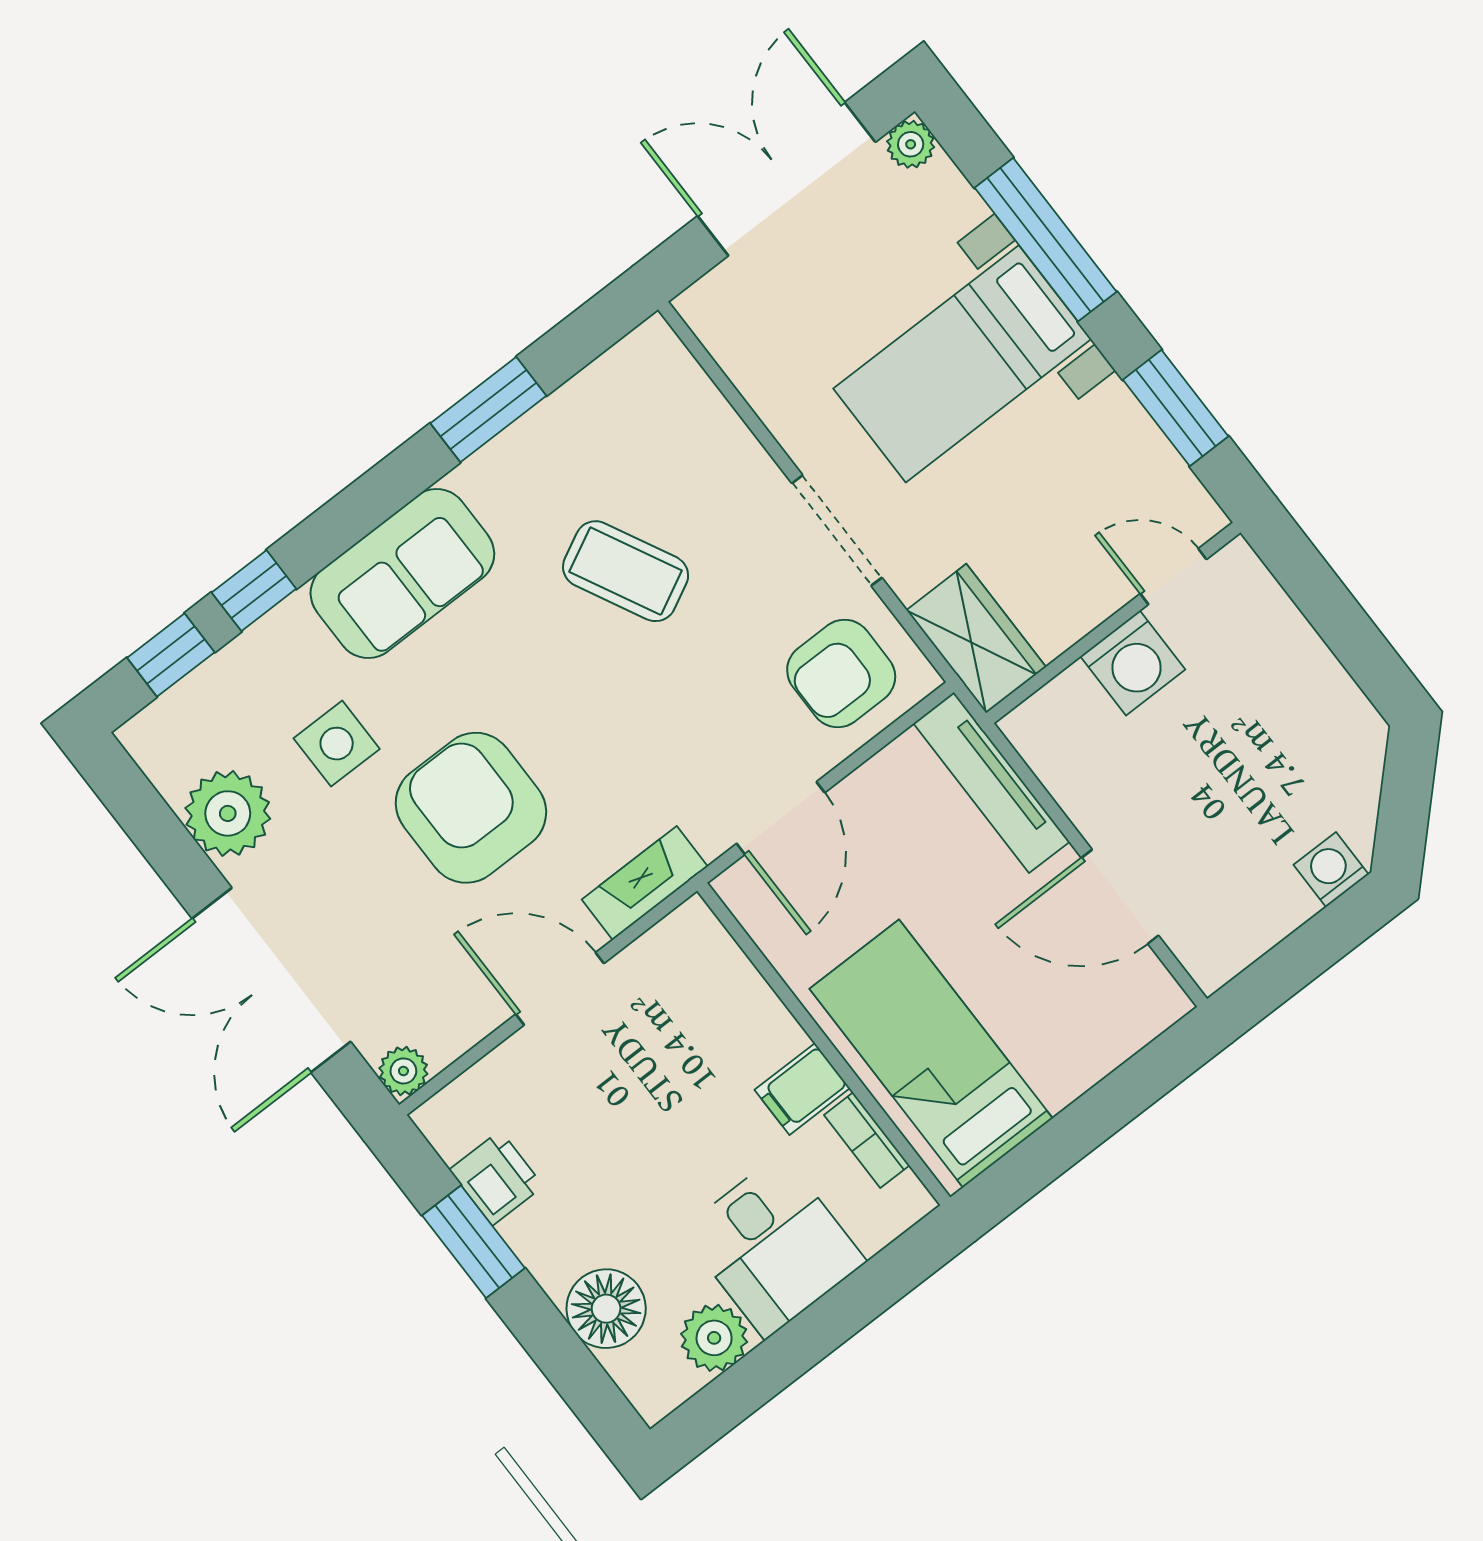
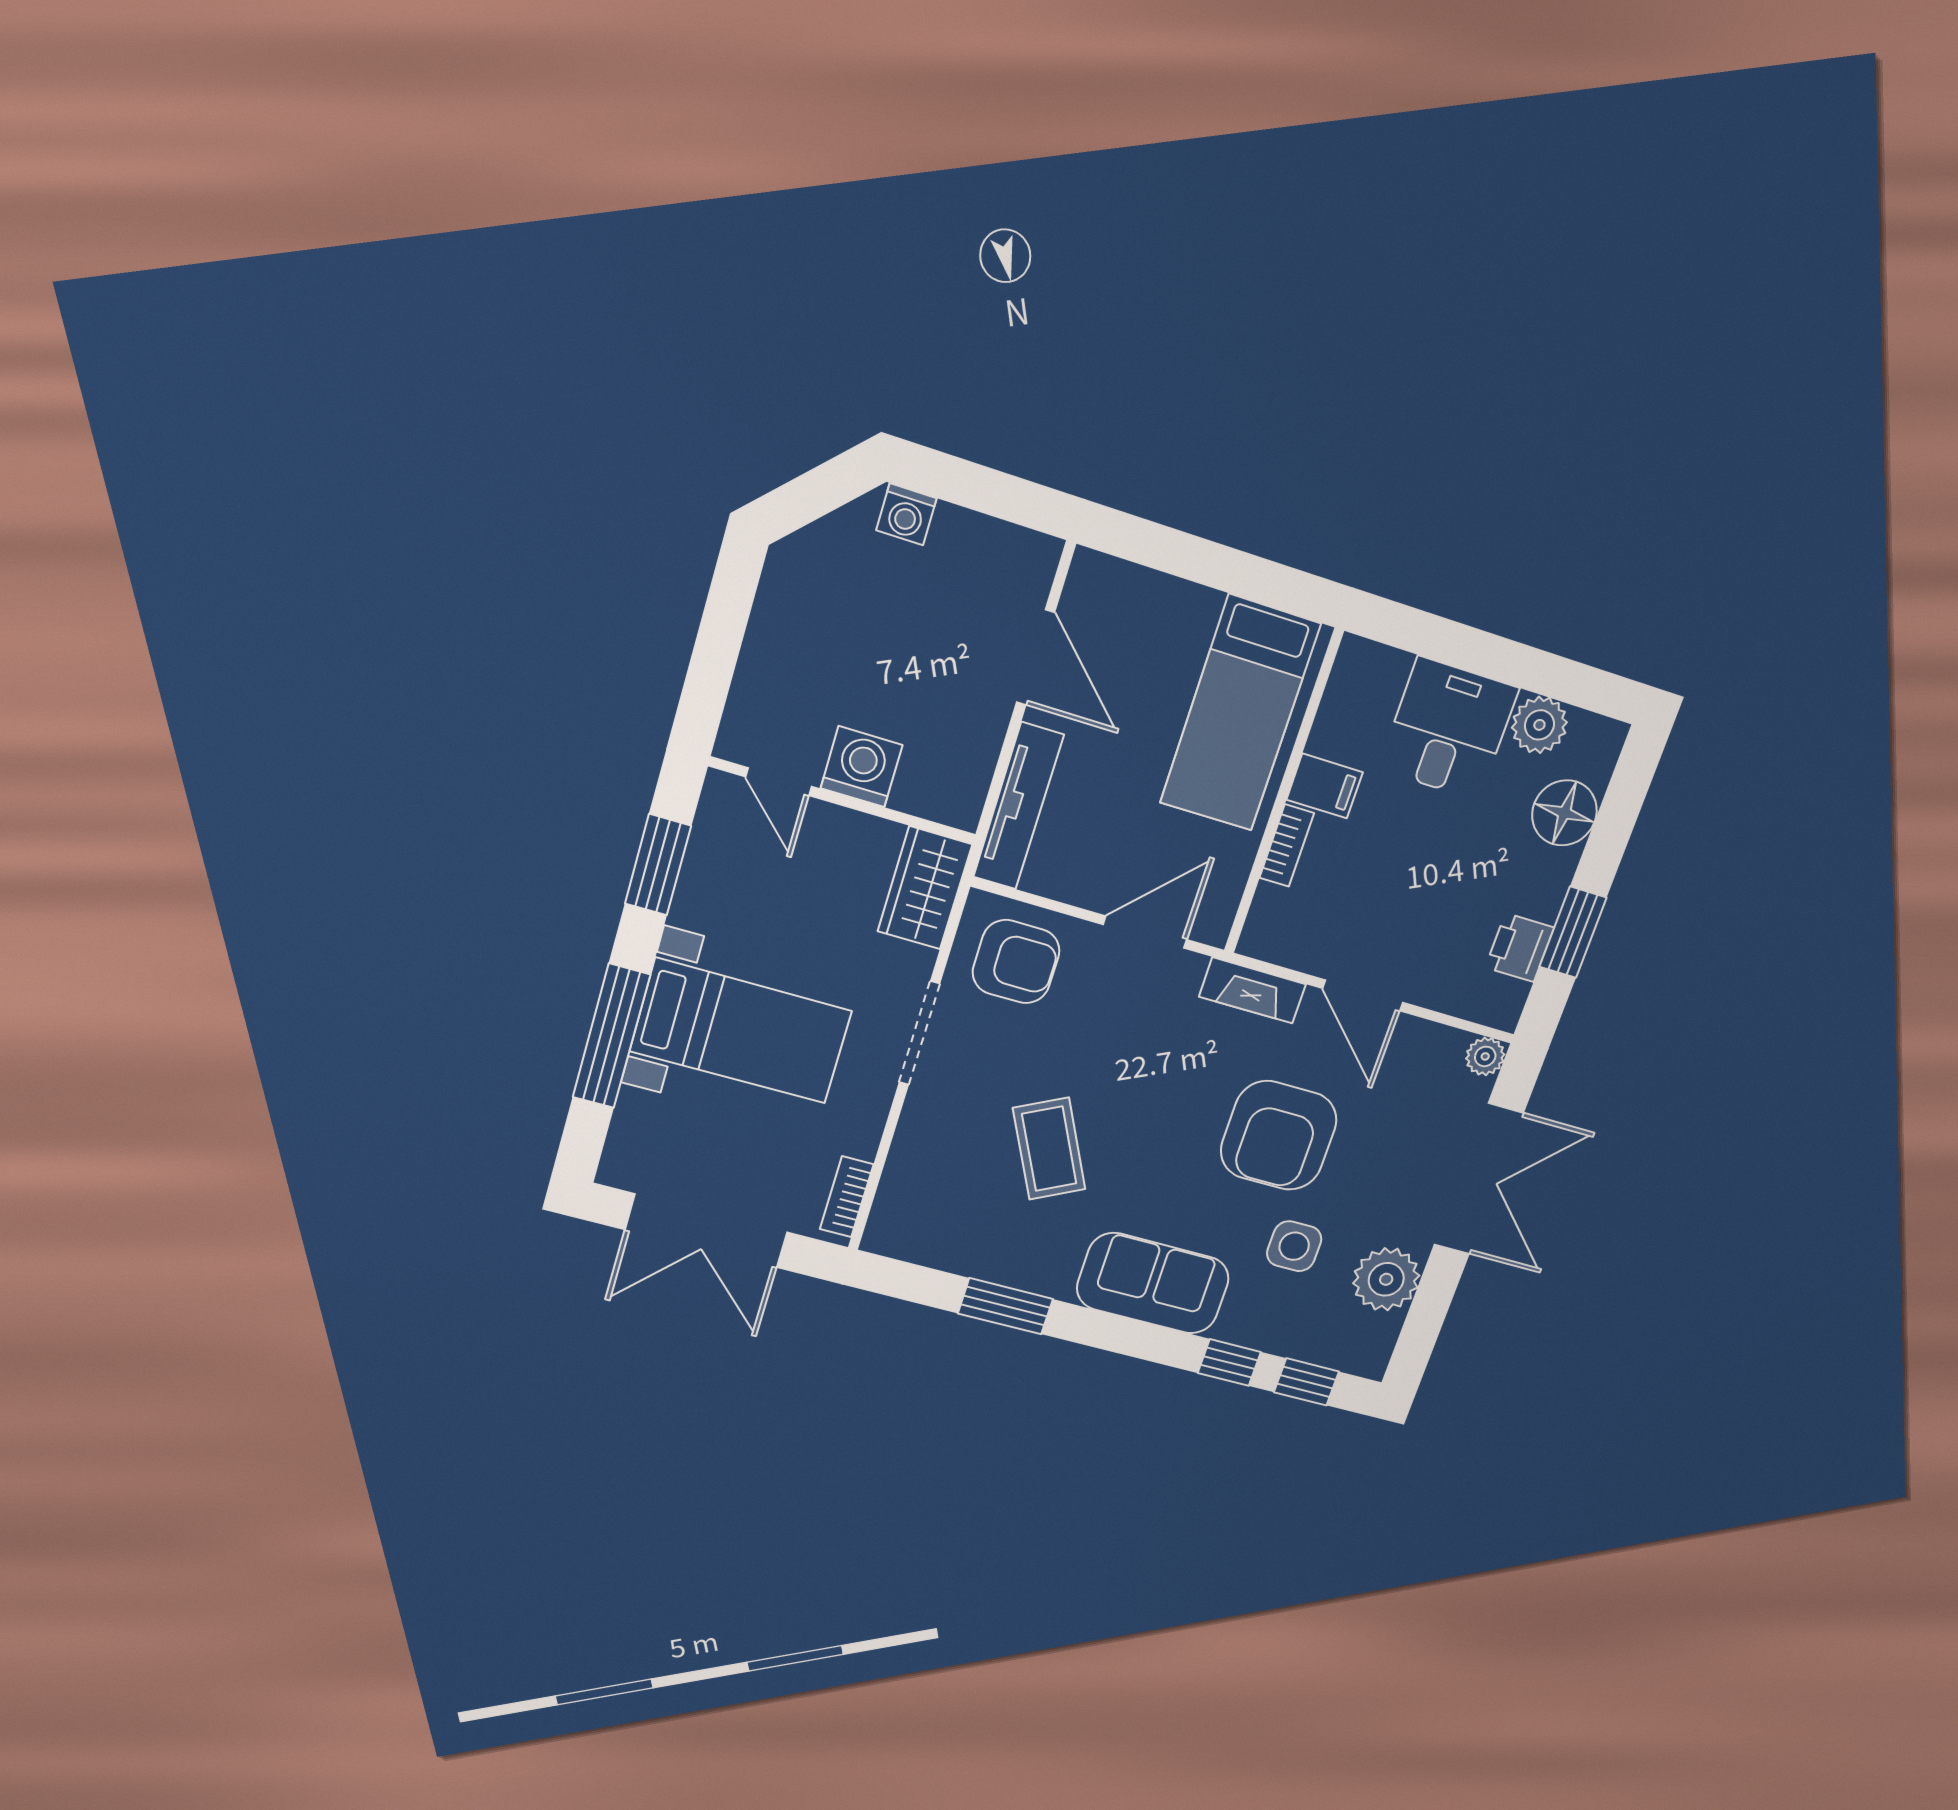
plant: (911, 144) -> (618, 1169), removed
bookcase: (722, 339) -> (847, 1197), added
bookcase: (867, 1140) -> (1287, 845), moved

